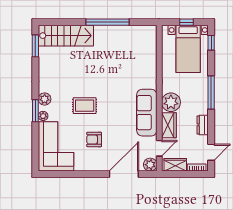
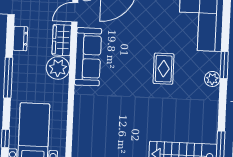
rug: (85, 106) -> (164, 69), turned 90
plant: (43, 116) -> (215, 58), removed
armchair: (94, 139) -> (154, 27), removed

